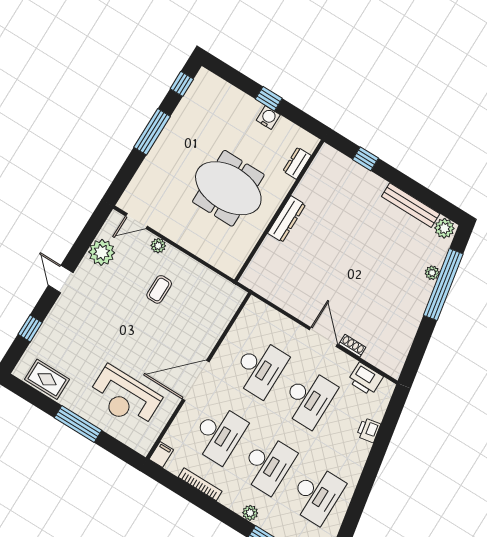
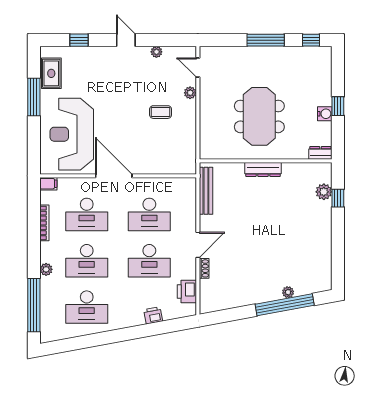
dresser: (297, 163) -> (320, 153), moved
bench: (411, 205) -> (206, 191), moved
plant: (444, 228) -> (324, 192), moved
plant: (102, 252) -> (156, 52), width x0.53, depth x0.53
door: (61, 279) -> (126, 40), hinge flipped
reception desk: (125, 397) -> (72, 134), width x1.36, depth x1.30
window: (78, 424) -> (34, 97), moved

